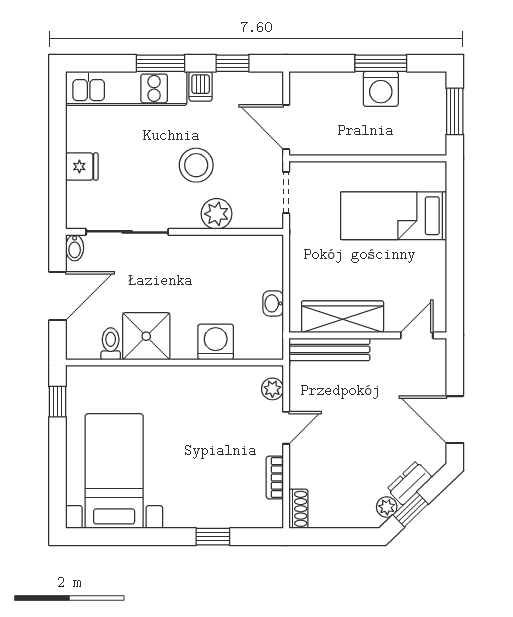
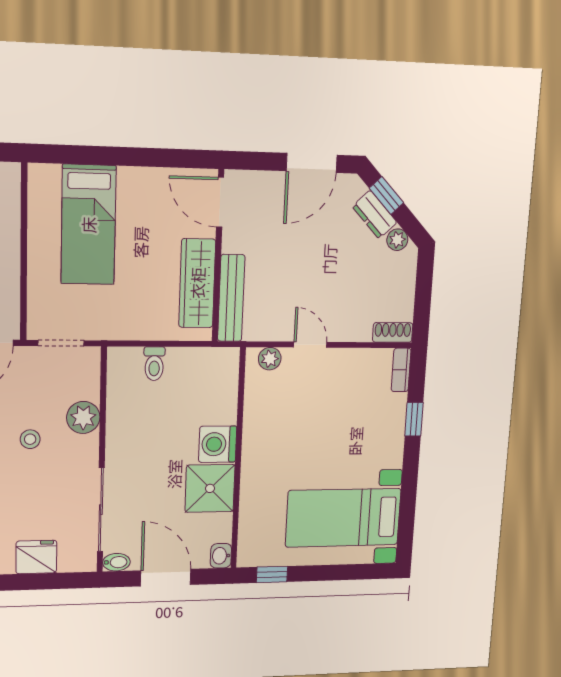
stool: (196, 165) -> (30, 439), width x0.53, depth x0.53
fridge: (82, 167) -> (36, 557), width x1.38
washbasin: (273, 303) -> (221, 556), moved, turned 90
door: (417, 335) -> (220, 202), width x1.38
washing machine: (216, 342) -> (218, 444), moved
toilet: (111, 344) -> (154, 364), moved, turned -90
bookcase: (275, 478) -> (401, 370), moved, turned 90
window: (411, 509) -> (386, 196), moved

